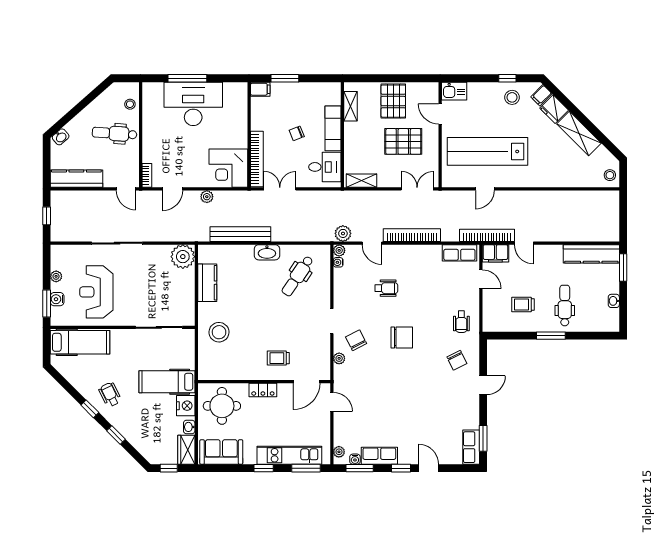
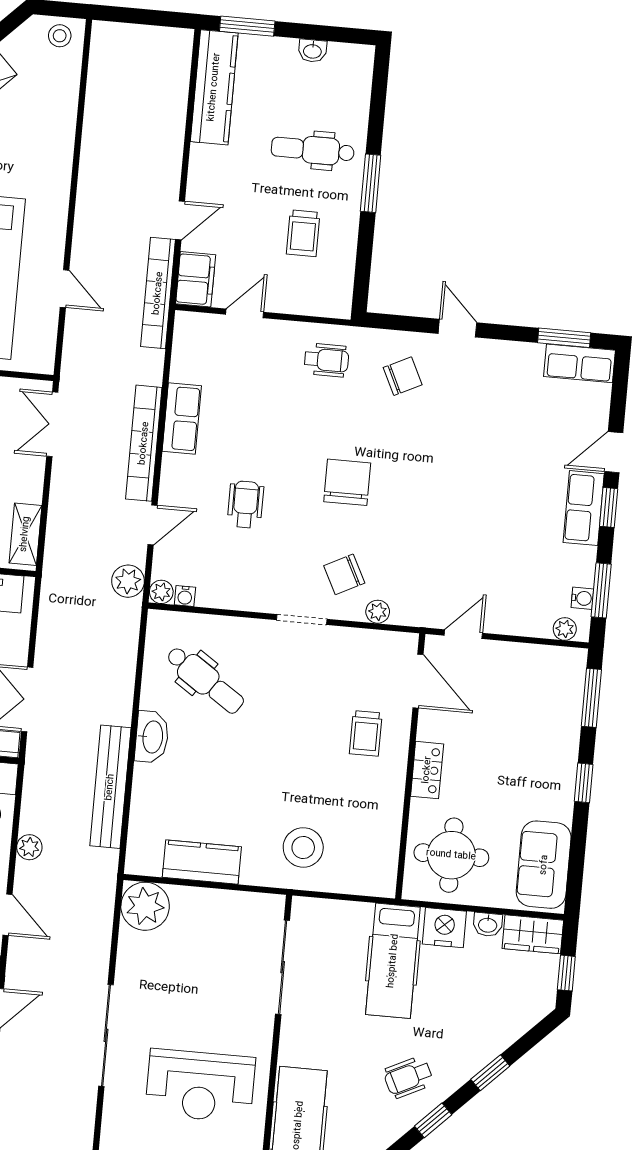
row of seats: (459, 253) -> (182, 418), moved
kitchen unit: (289, 455) -> (563, 729), removed
row of seats: (379, 456) -> (584, 508), moved

